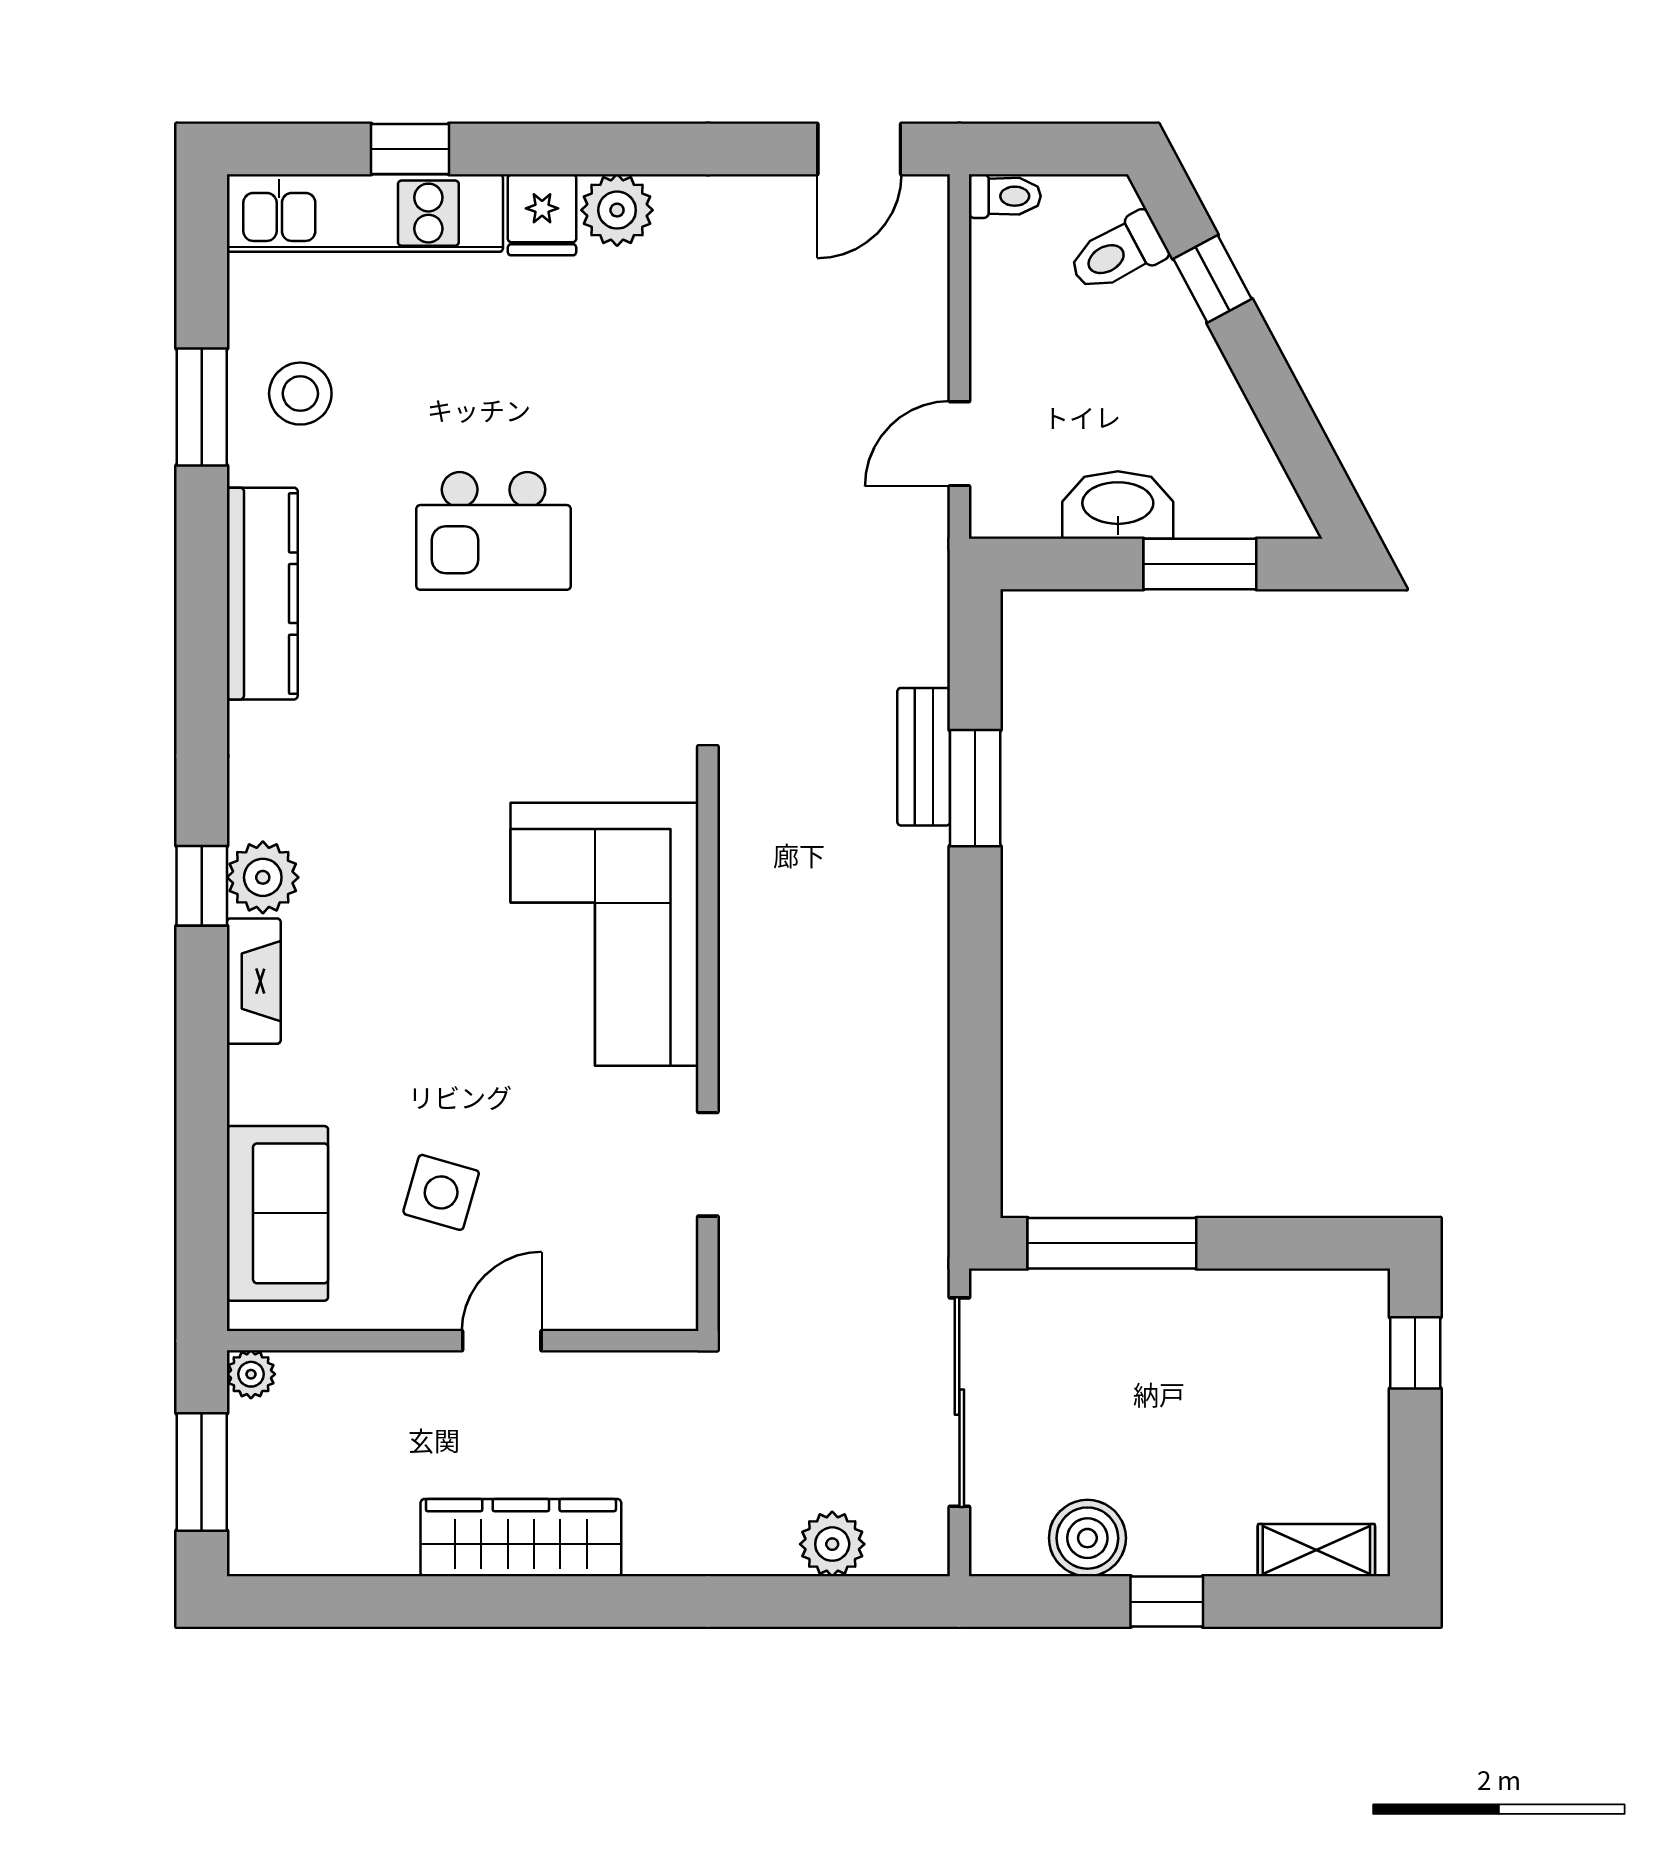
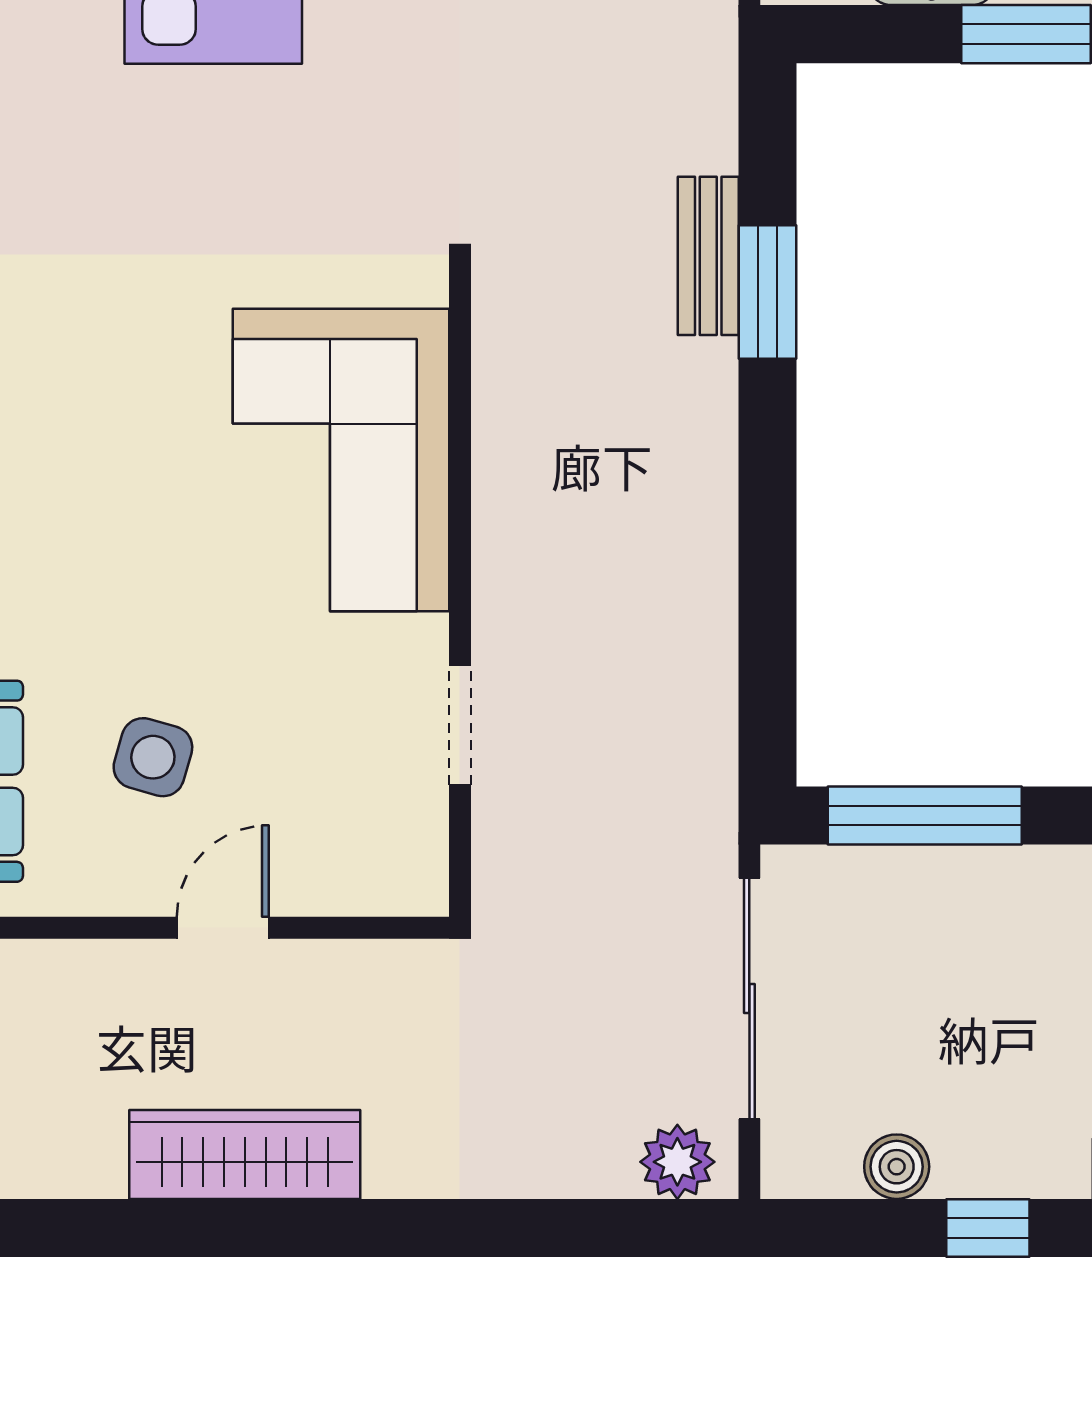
boiler: (1087, 1538) -> (897, 1167), width x0.73, depth x0.73
plant: (832, 1544) -> (677, 1162), moved

